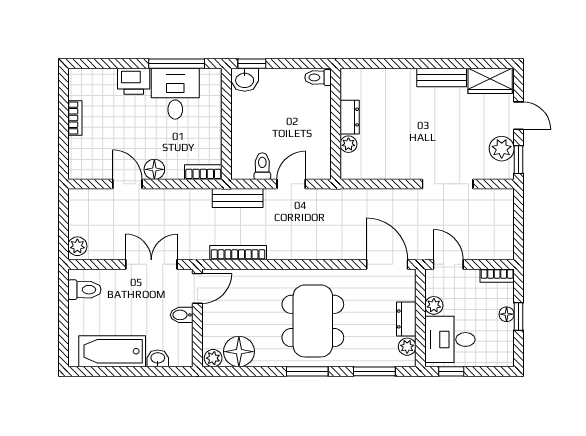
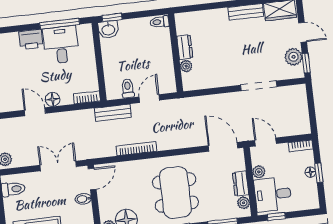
bookcase: (238, 253) -> (136, 149), moved

